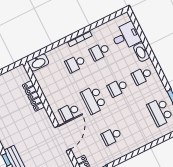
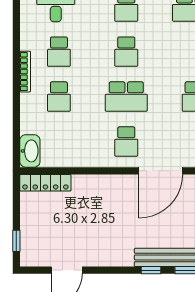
locker: (33, 96) -> (45, 183), moved
door: (63, 138) -> (161, 171), swing flipped

